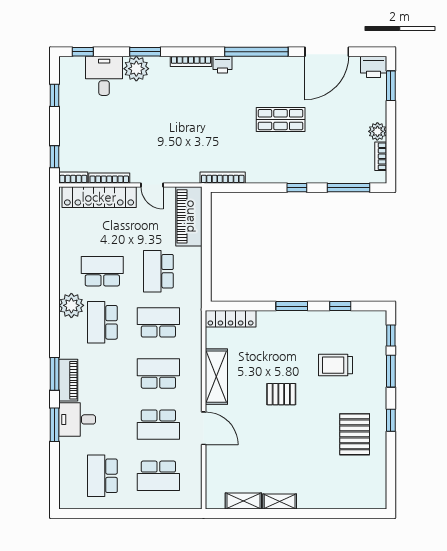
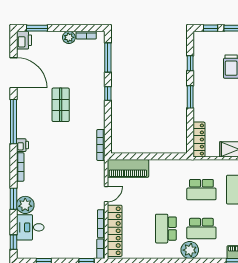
school desk: (158, 271) -> (166, 190), removed
school desk: (158, 322) -> (201, 190), turned -90

